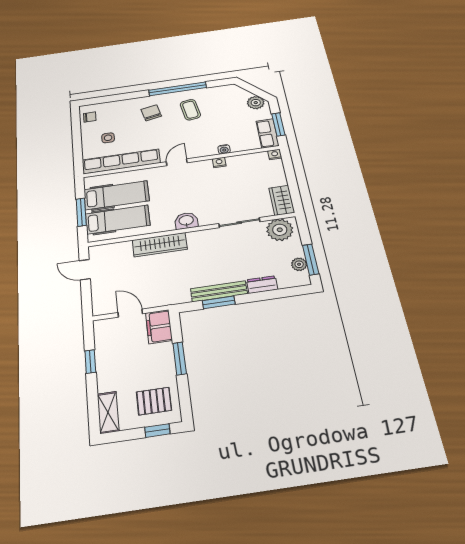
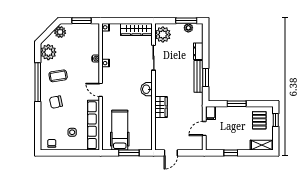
plant: (223, 94) -> (48, 52), added
row of seats: (267, 133) -> (88, 29), removed
wardrobe: (282, 200) -> (136, 29), width x1.50
hospital bed: (118, 220) -> (138, 131), removed
wardrobe: (160, 245) -> (161, 107), width x0.67
filing cabinet: (159, 327) -> (210, 113), width x0.50

